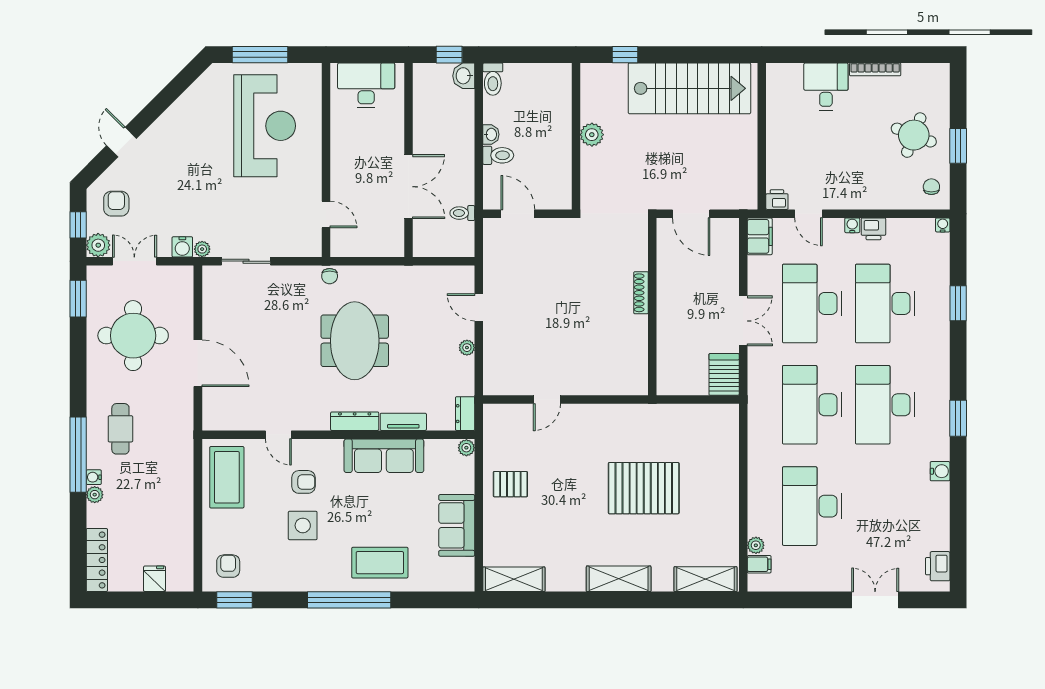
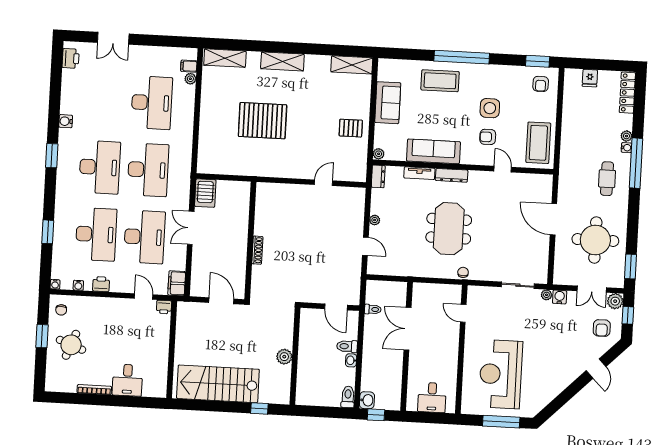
desk: (366, 85) -> (432, 397), width x0.73
water cooler: (852, 225) -> (78, 285), moved

